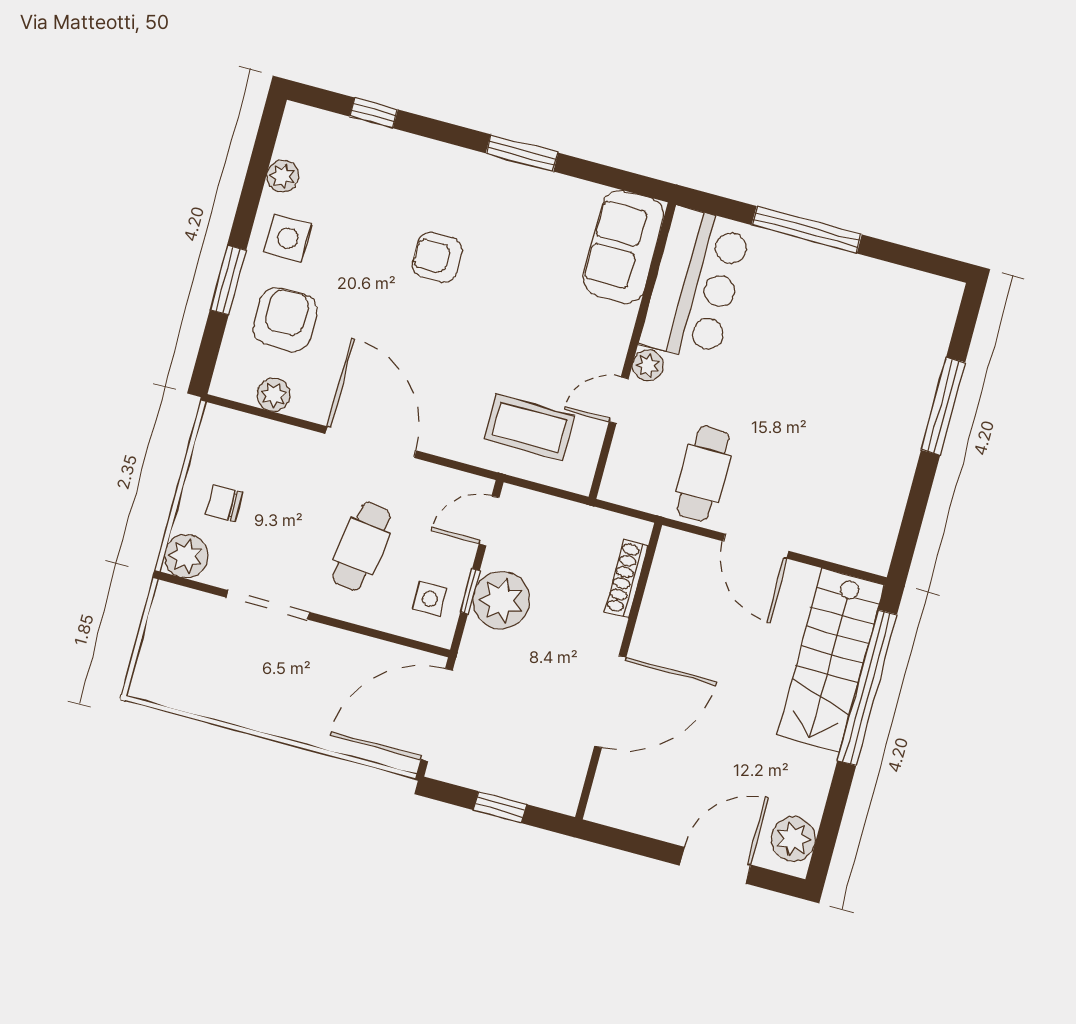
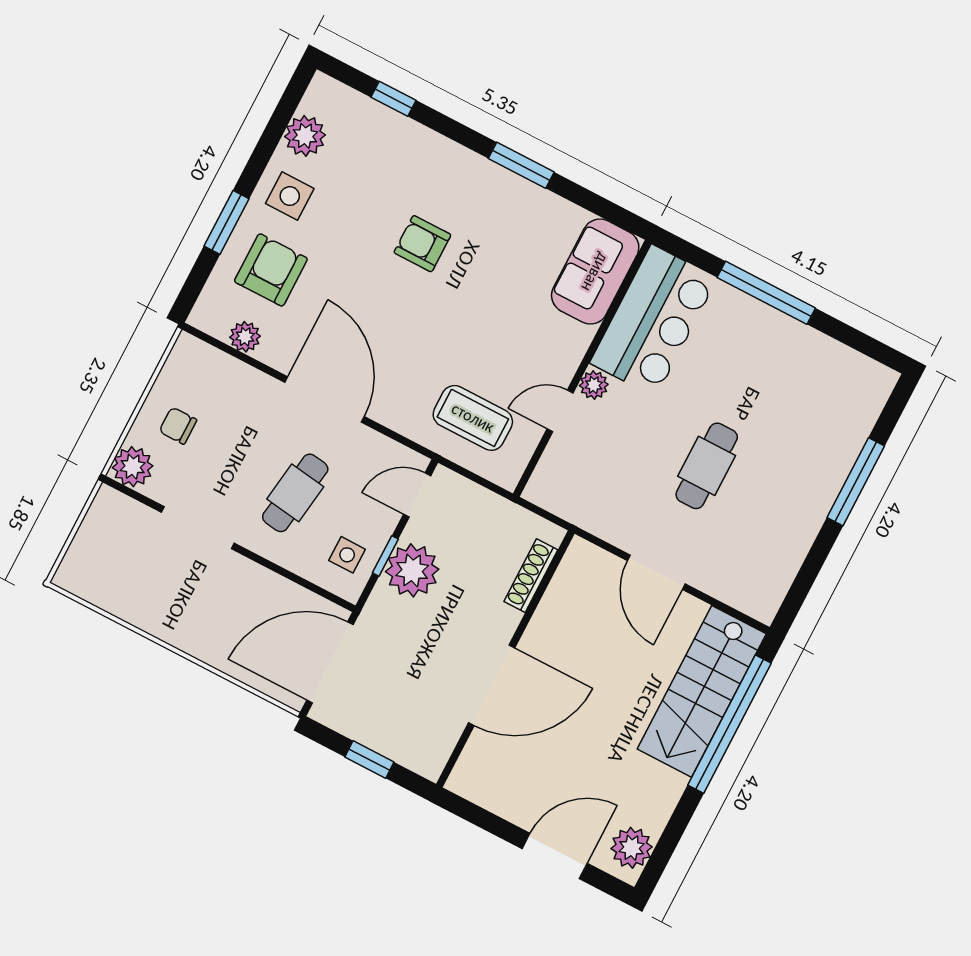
plant: (283, 176) -> (305, 136), width x1.38, depth x1.38
cafe table: (703, 474) -> (707, 466), moved

